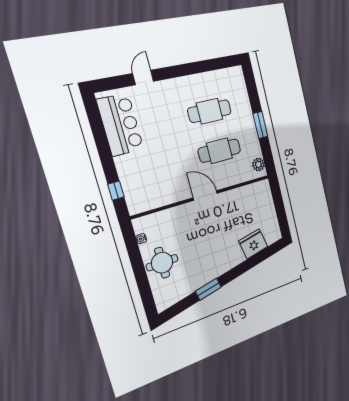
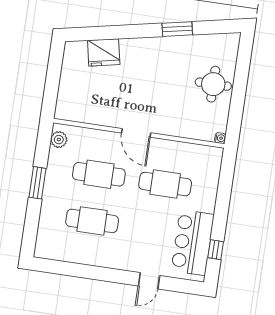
cafe table: (165, 165) -> (165, 184), added
window: (116, 191) -> (216, 250), moved
water cooler: (141, 239) -> (220, 138), moved

